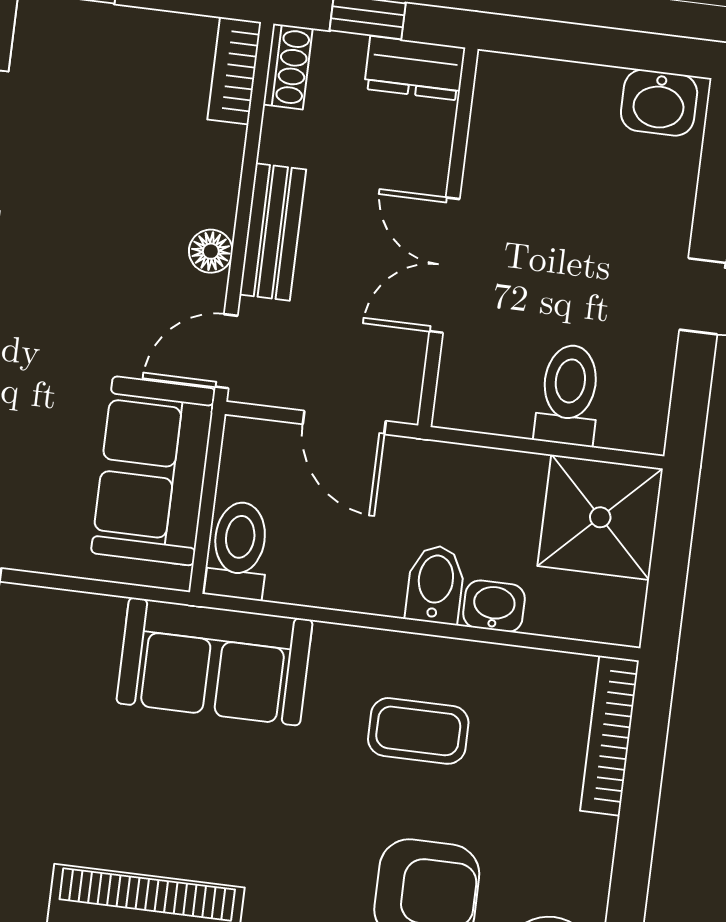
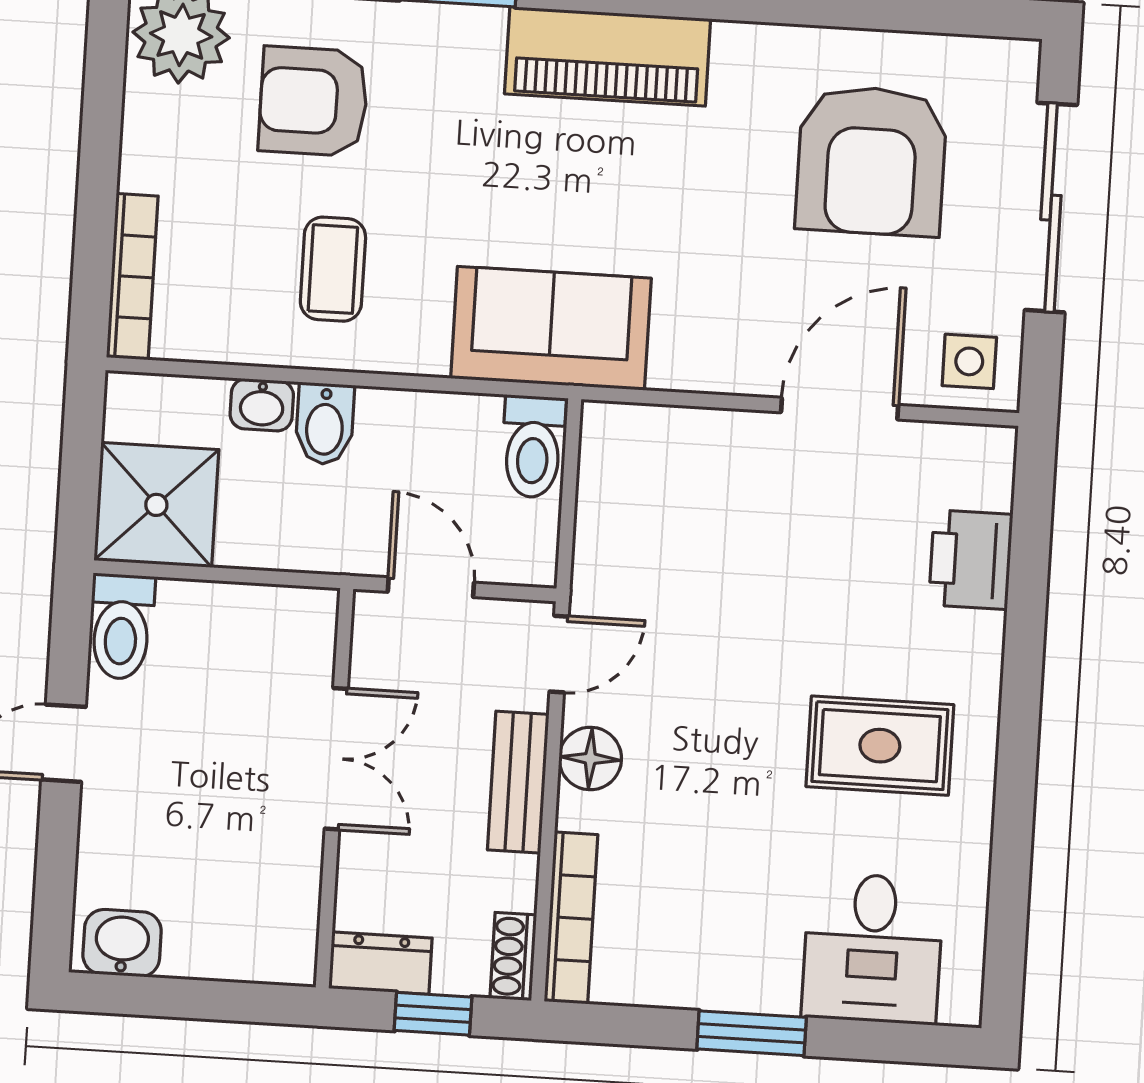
bookcase: (234, 71) -> (571, 918), width x1.56
floor lamp: (211, 251) -> (590, 758), width x1.37, depth x1.37
toilet: (569, 395) -> (121, 627), moved
sofa: (153, 471) -> (628, 524), removed
coffee table: (418, 731) -> (333, 269), turned 90

